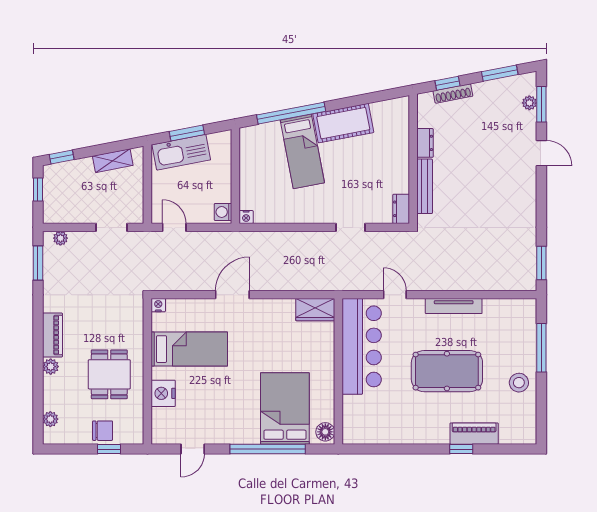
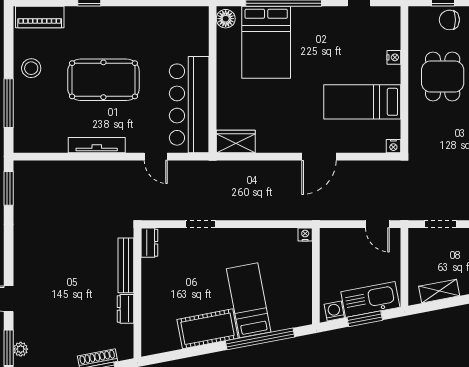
washing machine: (223, 212) -> (334, 311), moved, turned -101
nightstand: (163, 393) -> (394, 57), width x0.53, depth x0.56
piano: (474, 434) -> (40, 17), moved

